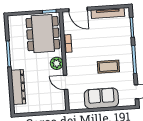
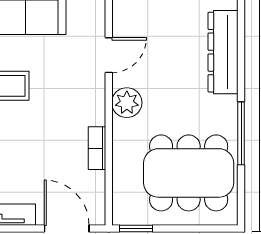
dining table: (43, 34) -> (189, 173), moved, turned 90
door: (66, 82) -> (109, 55), hinge flipped

